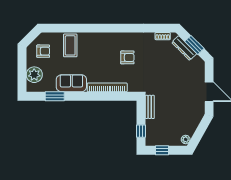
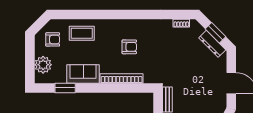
coffee table: (70, 45) -> (82, 33), turned 90
dresser: (184, 48) -> (212, 44), moved
armchair: (127, 57) -> (129, 47), moved

